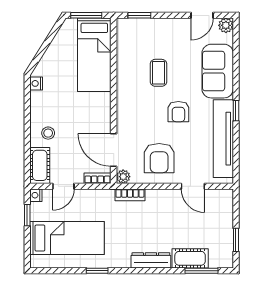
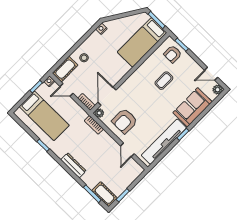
armchair: (178, 112) -> (173, 54), moved
cot: (190, 258) -> (105, 194), moved

